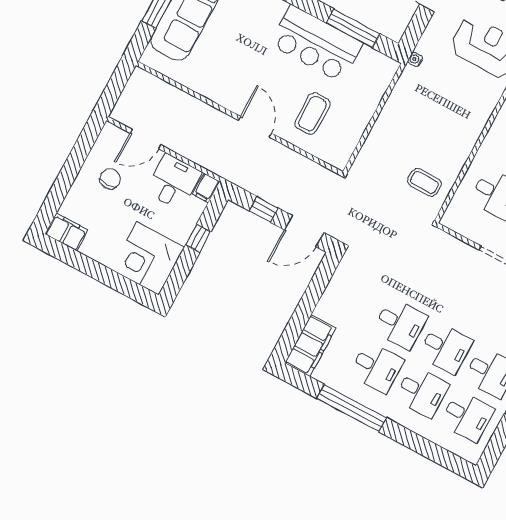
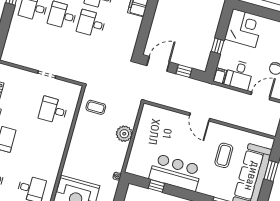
window: (353, 28) -> (156, 186), width x0.46
coffee table: (312, 114) -> (224, 155), moved
plant: (387, 128) -> (124, 134), added

